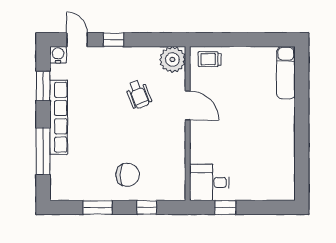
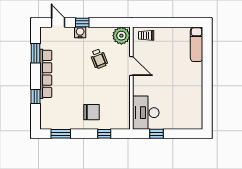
water cooler: (58, 55) -> (80, 32), moved
window: (43, 151) -> (35, 97), width x0.46
desk: (209, 182) -> (146, 113), width x1.37
window: (98, 207) -> (61, 134), moved

